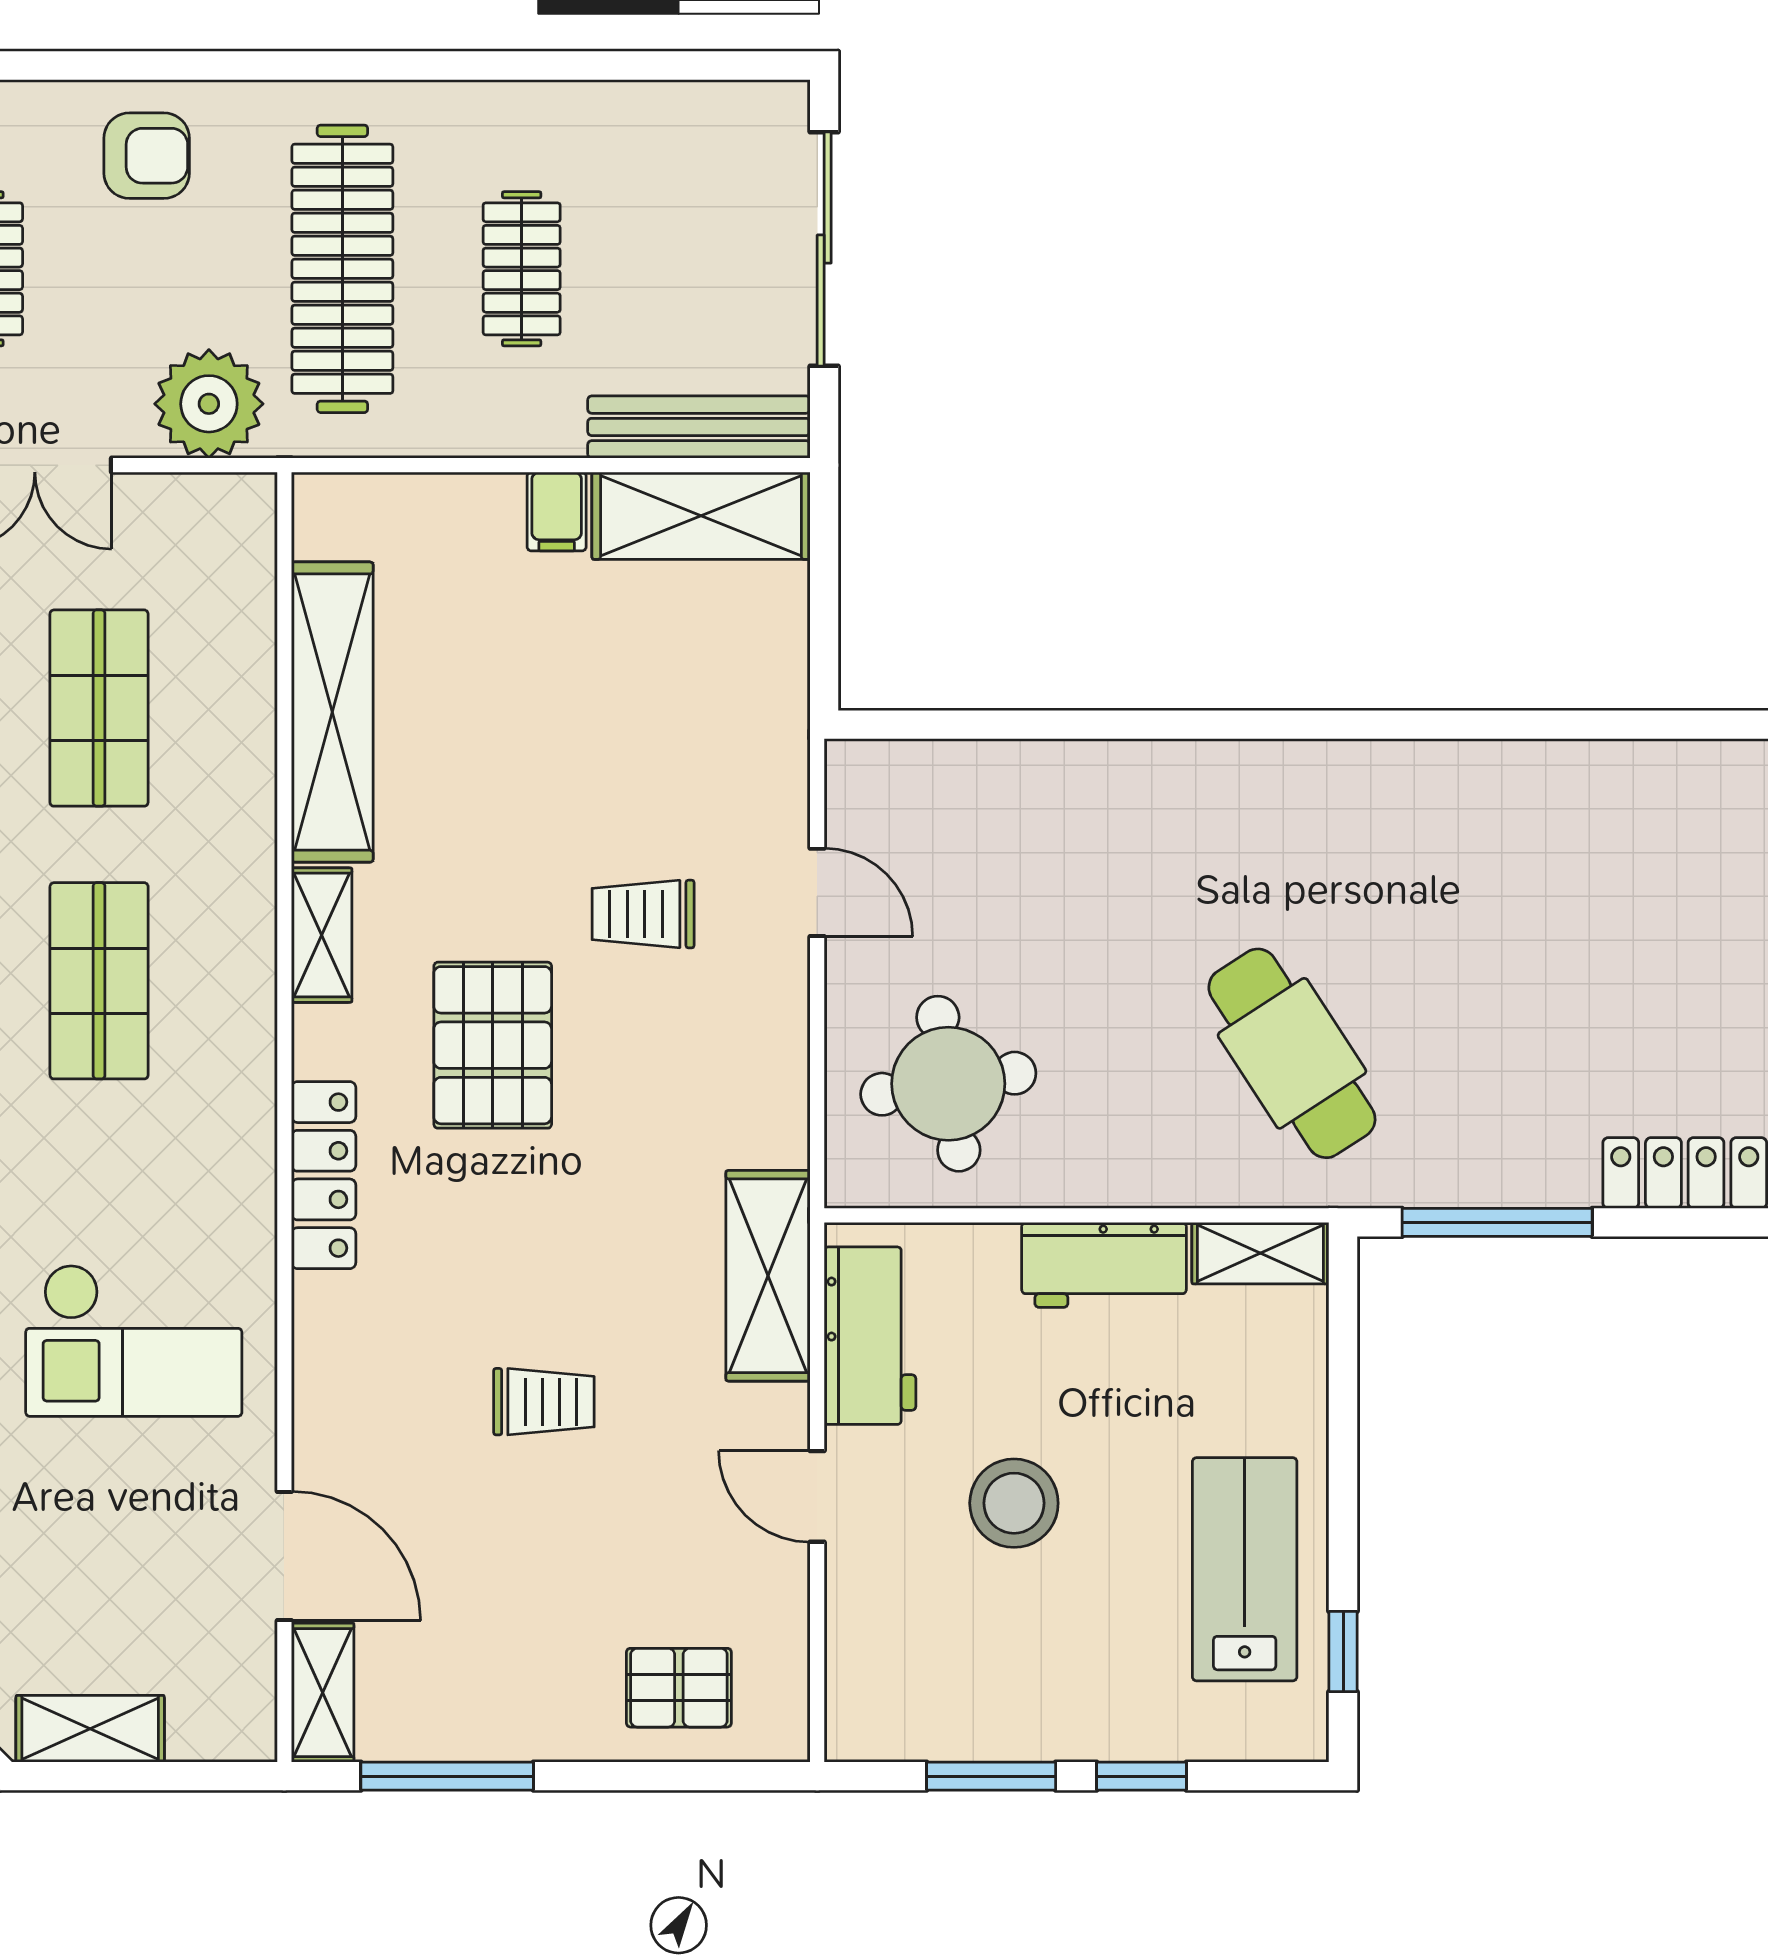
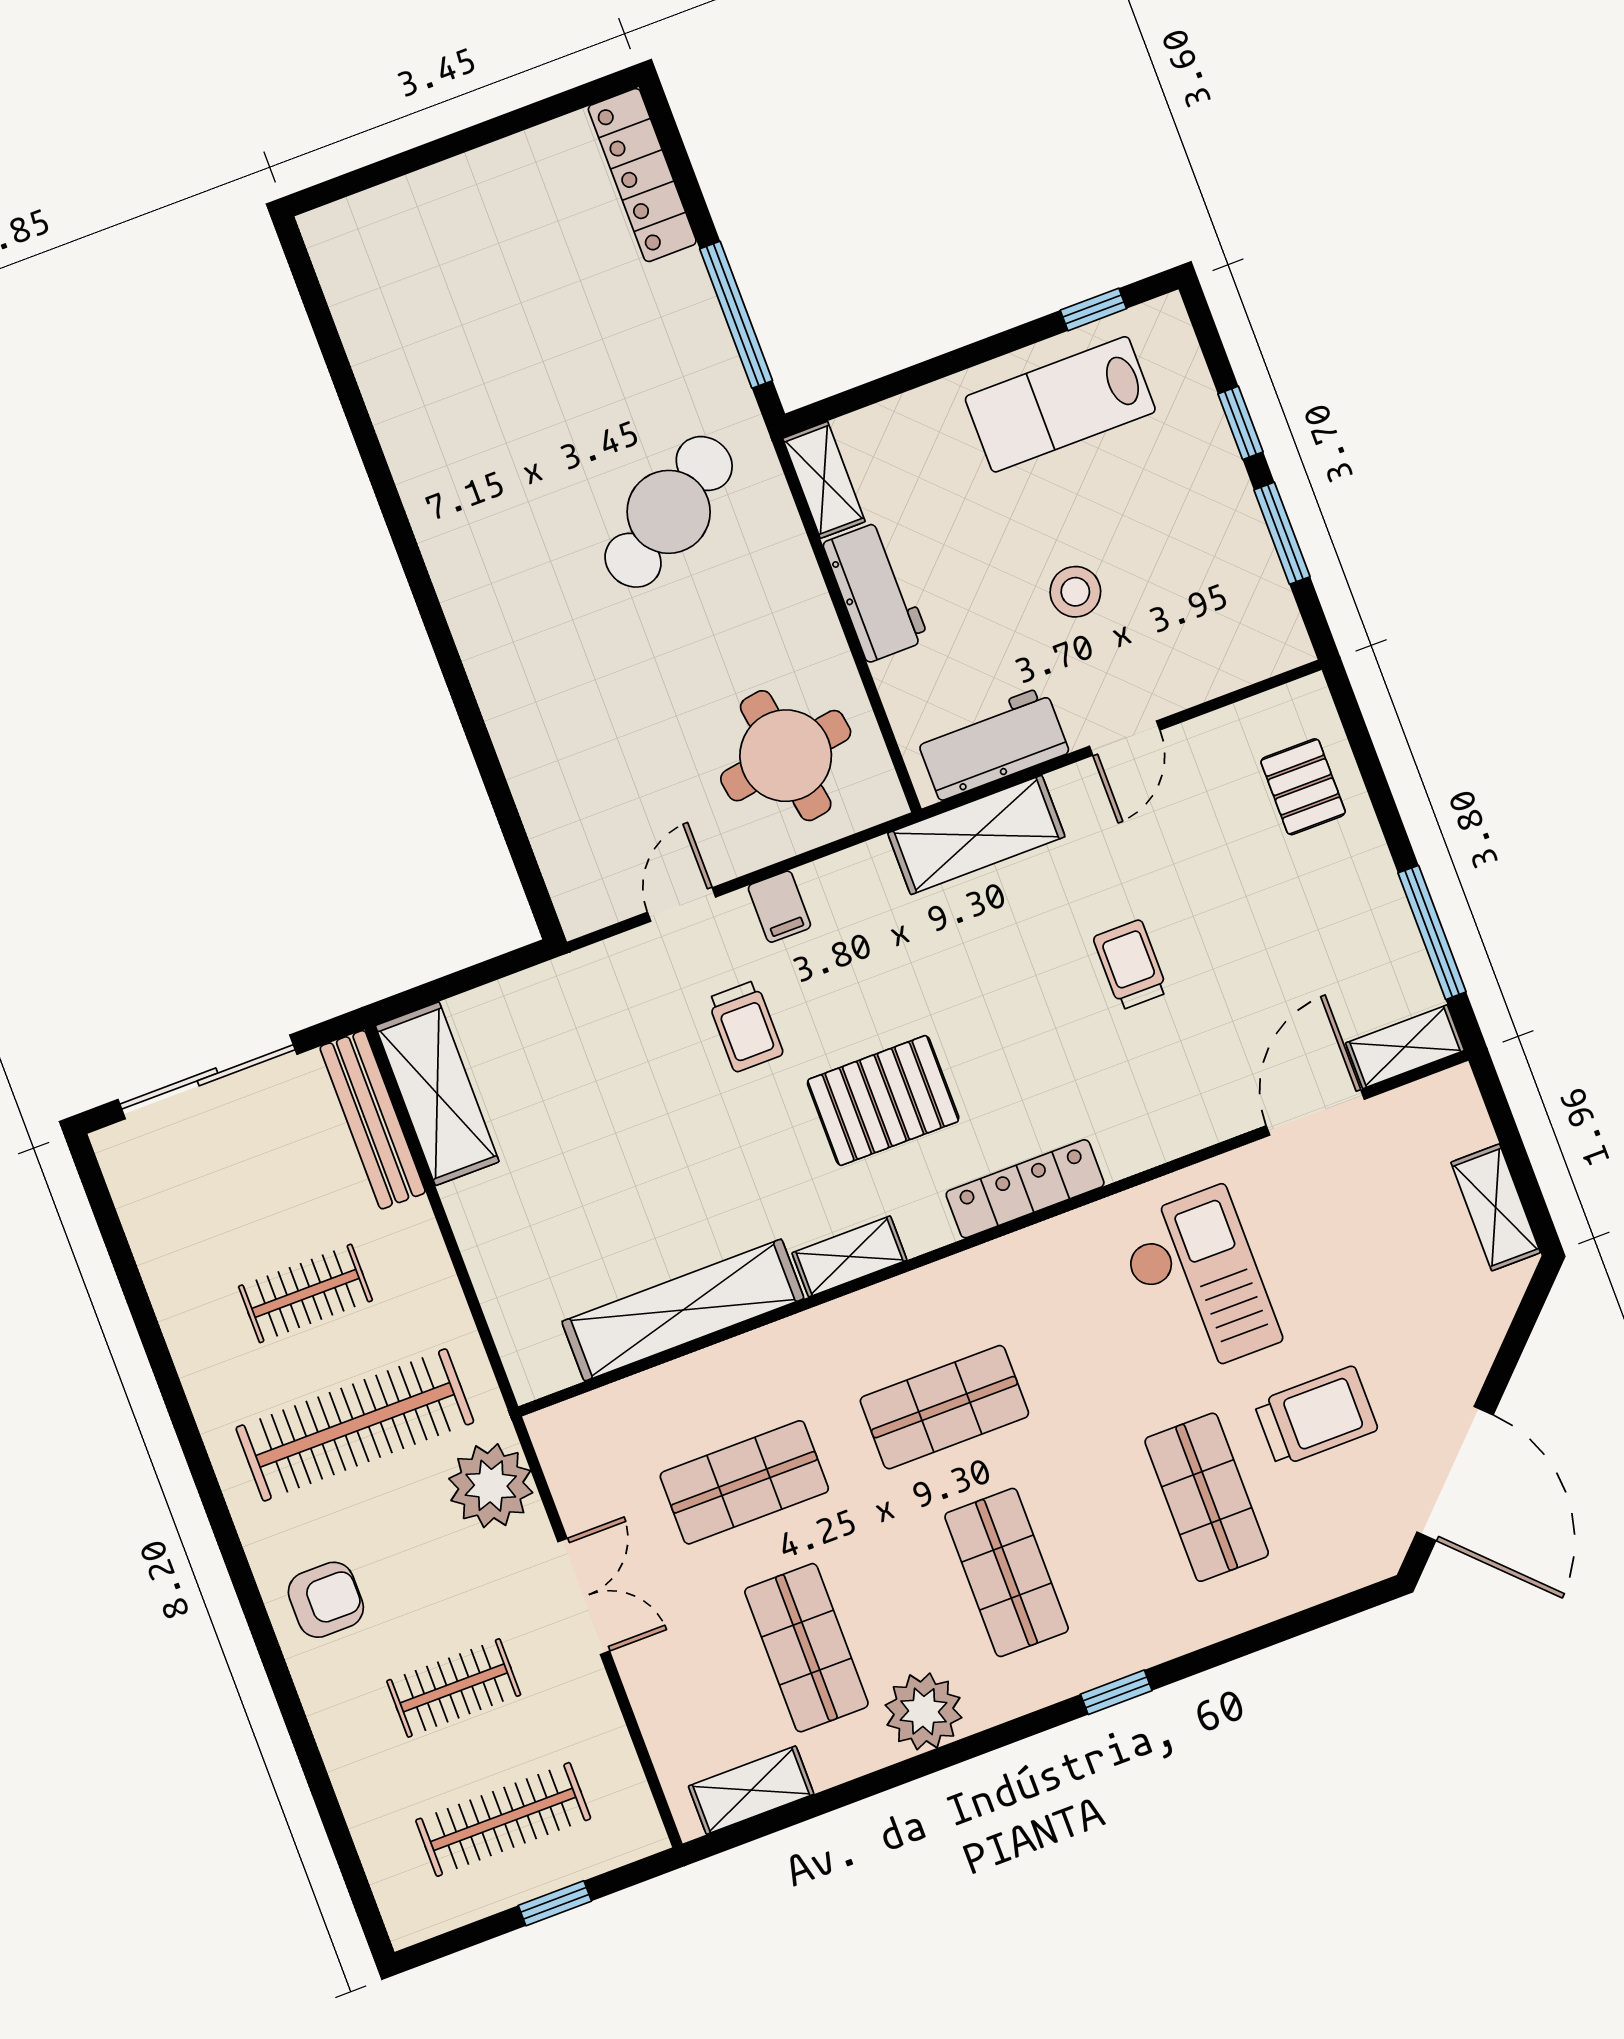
armchair: (147, 156) -> (326, 1600), turned 90
filing cabinet: (557, 511) -> (779, 907), moved, turned 90
stool: (1014, 1503) -> (1075, 592), width x0.73, depth x0.73

